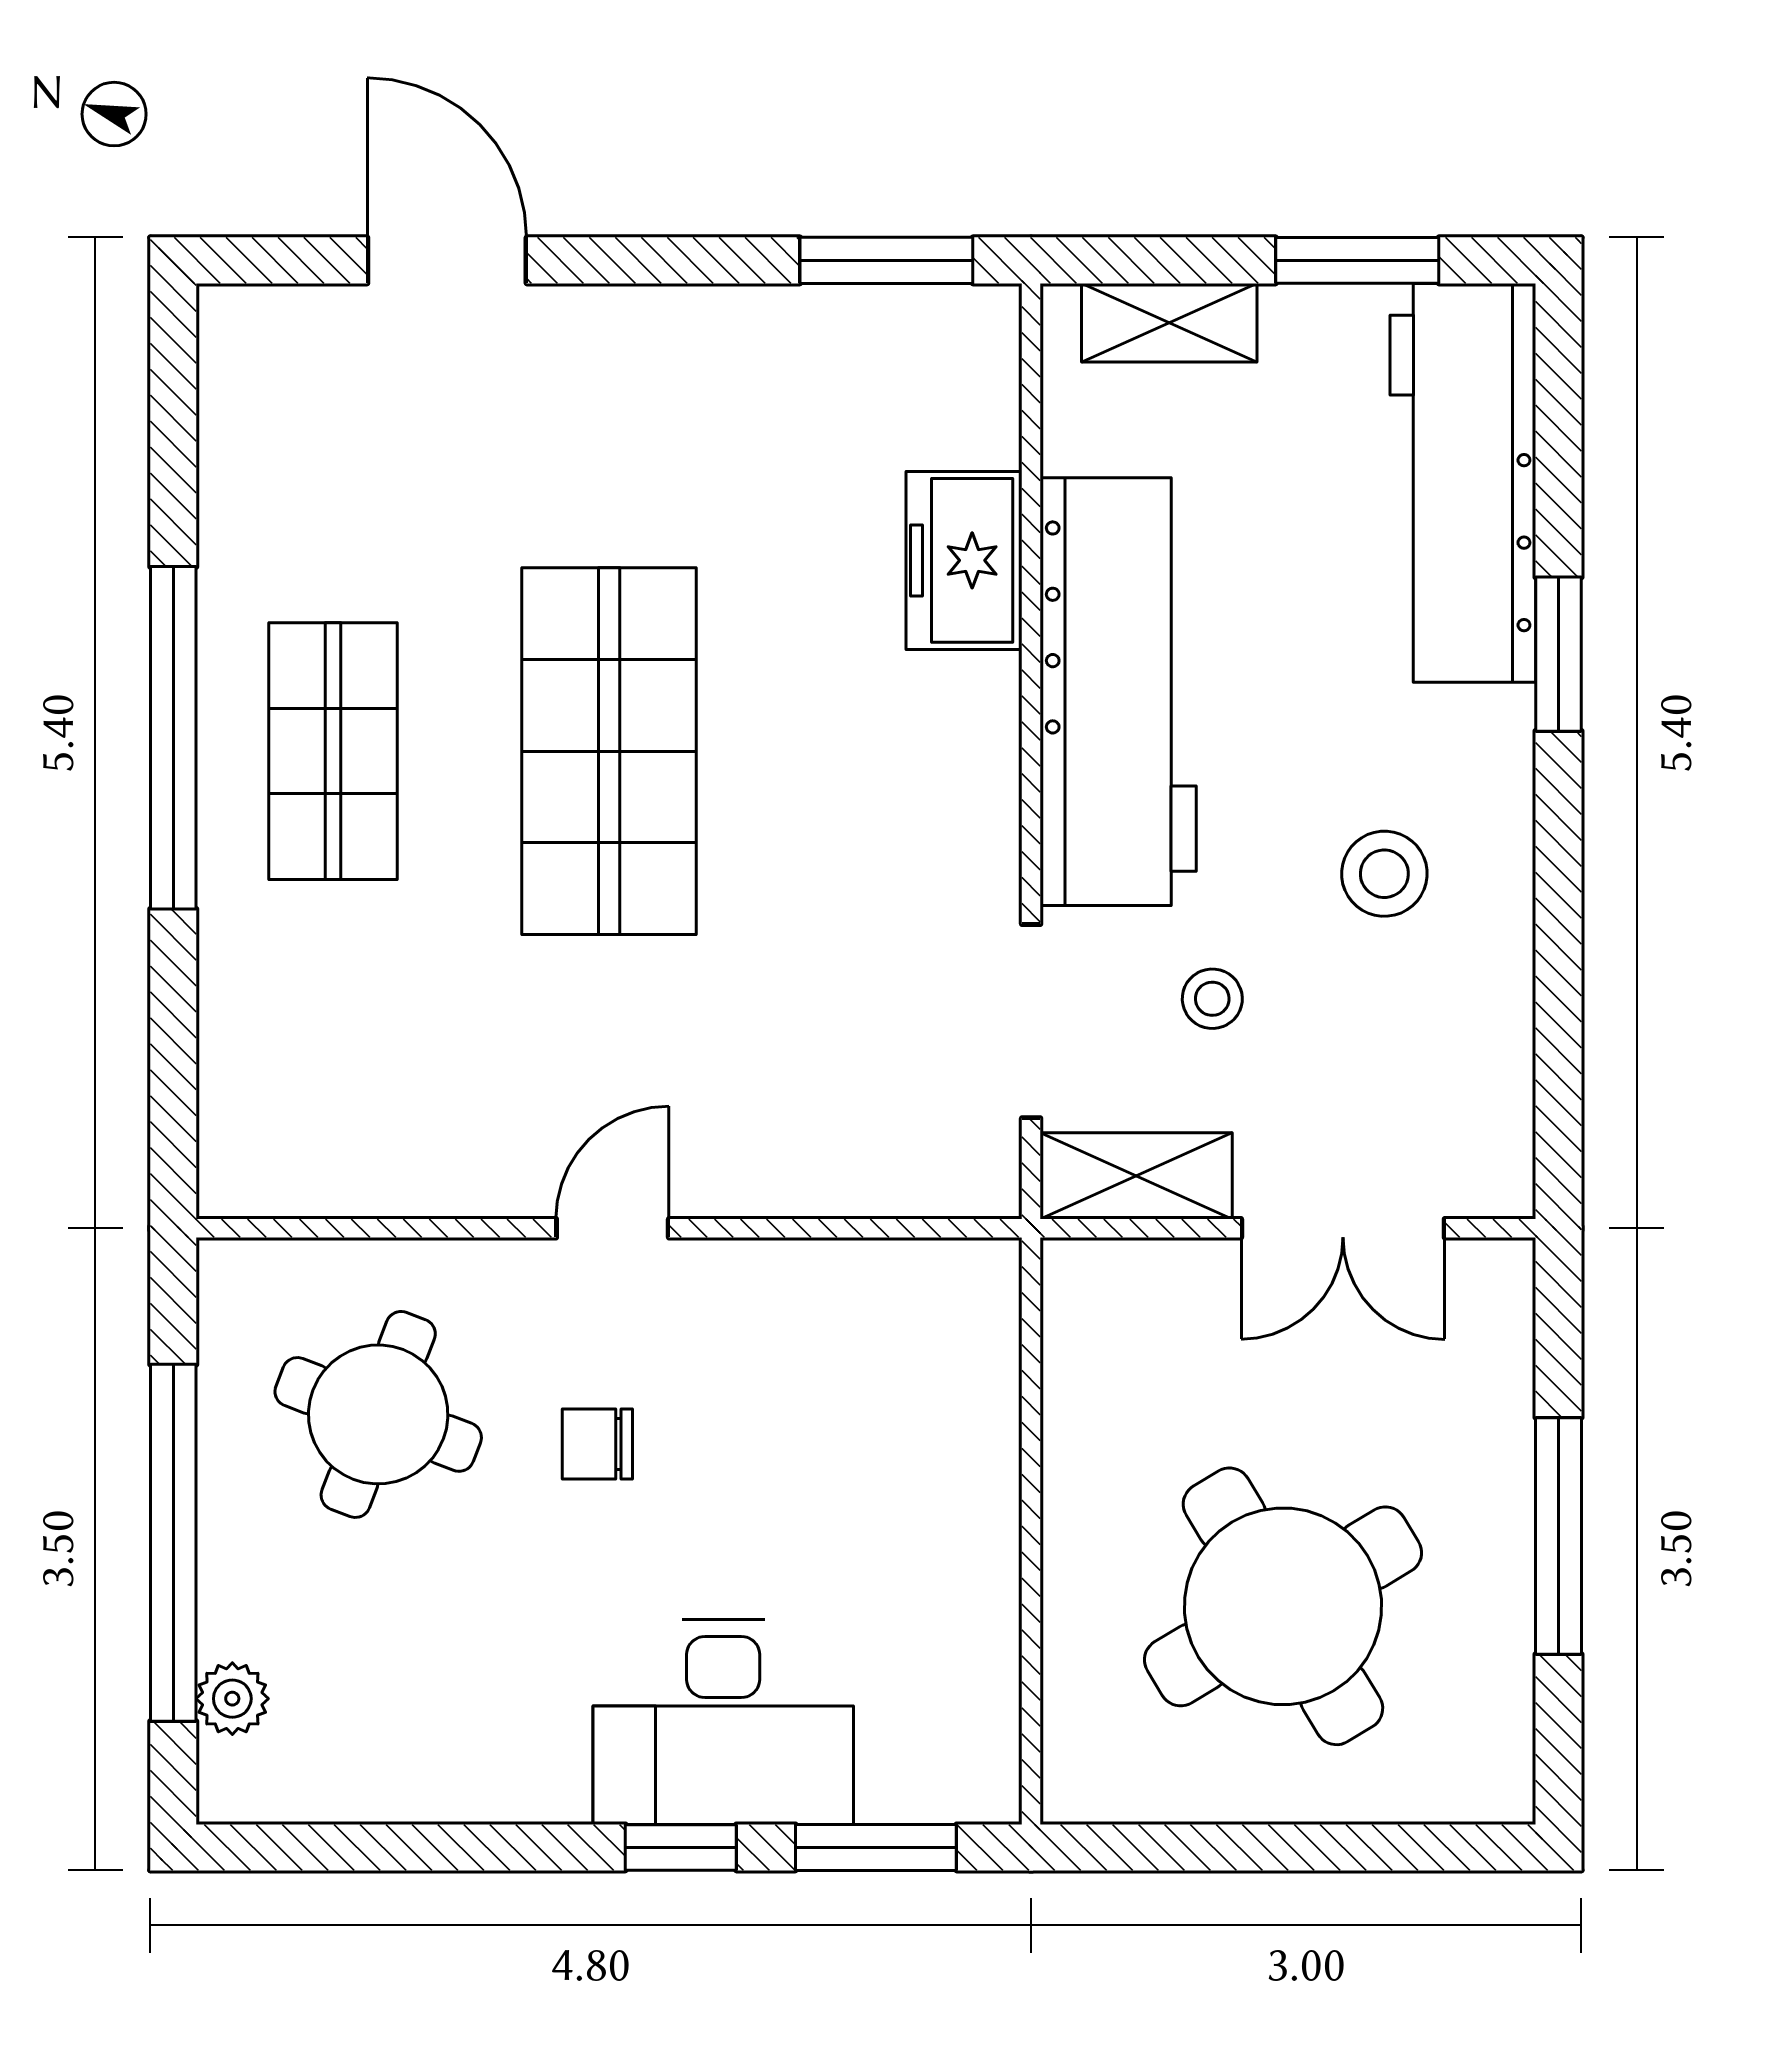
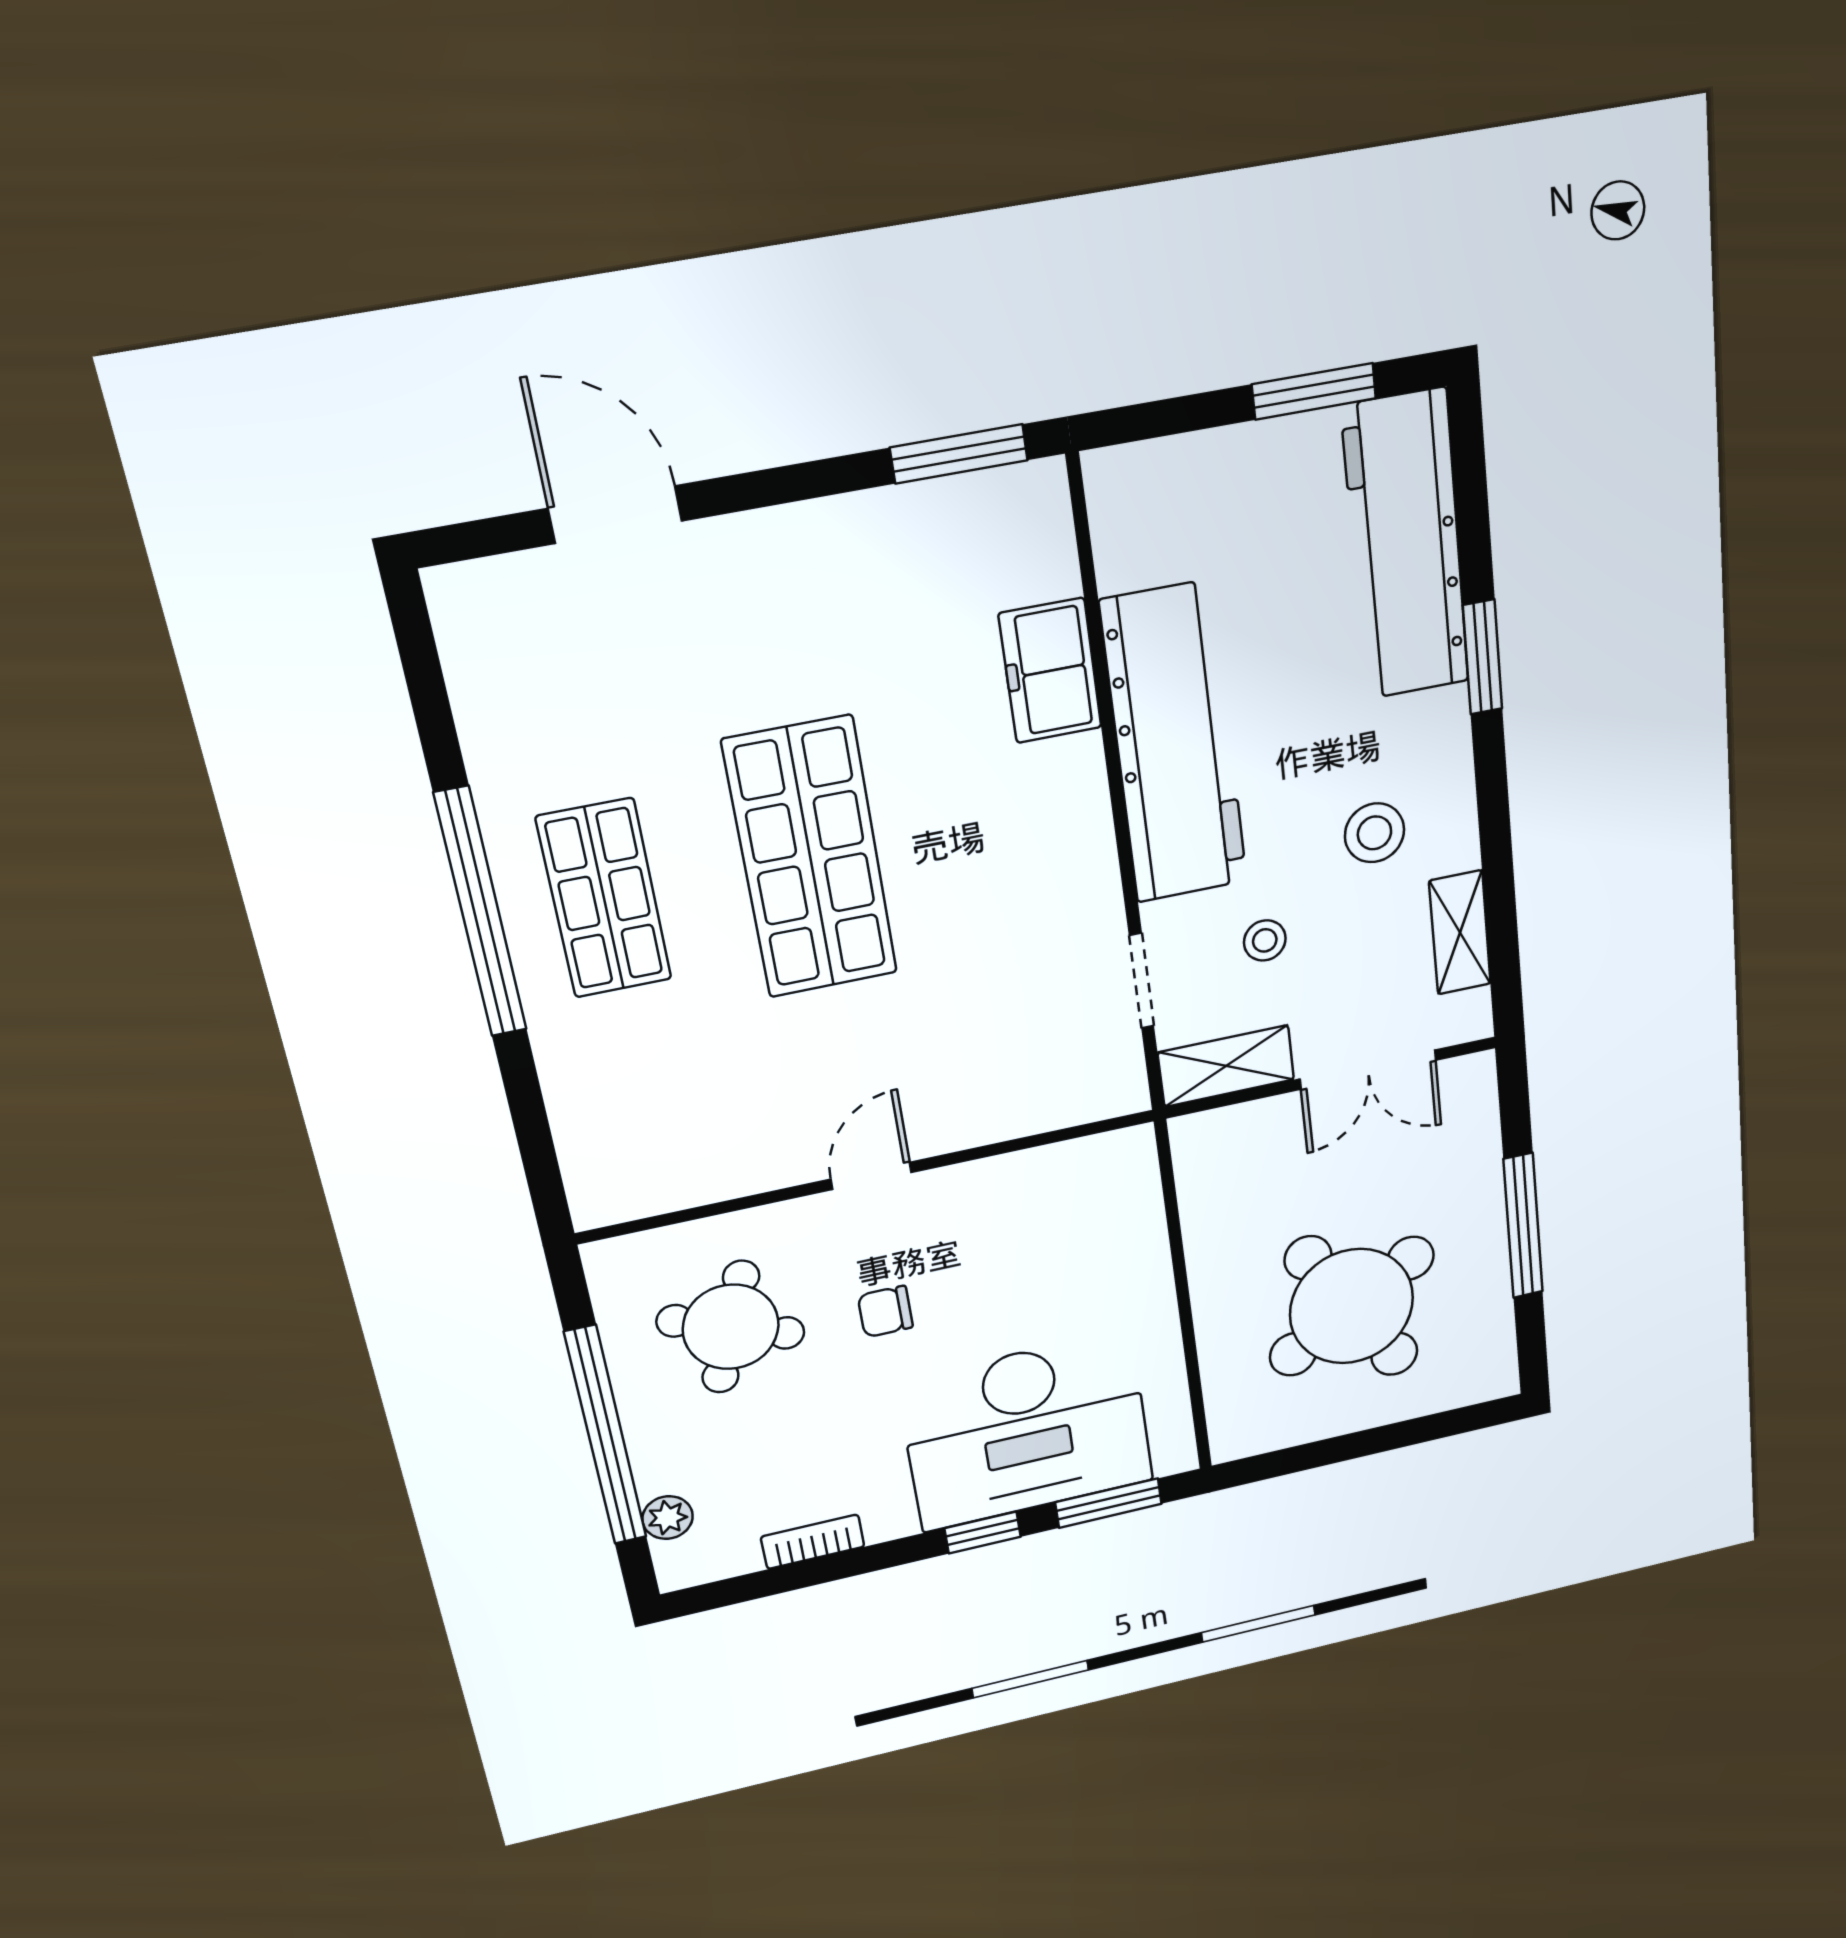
shelving: (1169, 323) -> (1460, 933), moved, turned 90
doorway: (1031, 1021) -> (1142, 981), width x0.73
desk: (723, 1722) -> (1026, 1431), width x1.36, depth x1.30
bookcase: (430, 1795) -> (813, 1542), added

